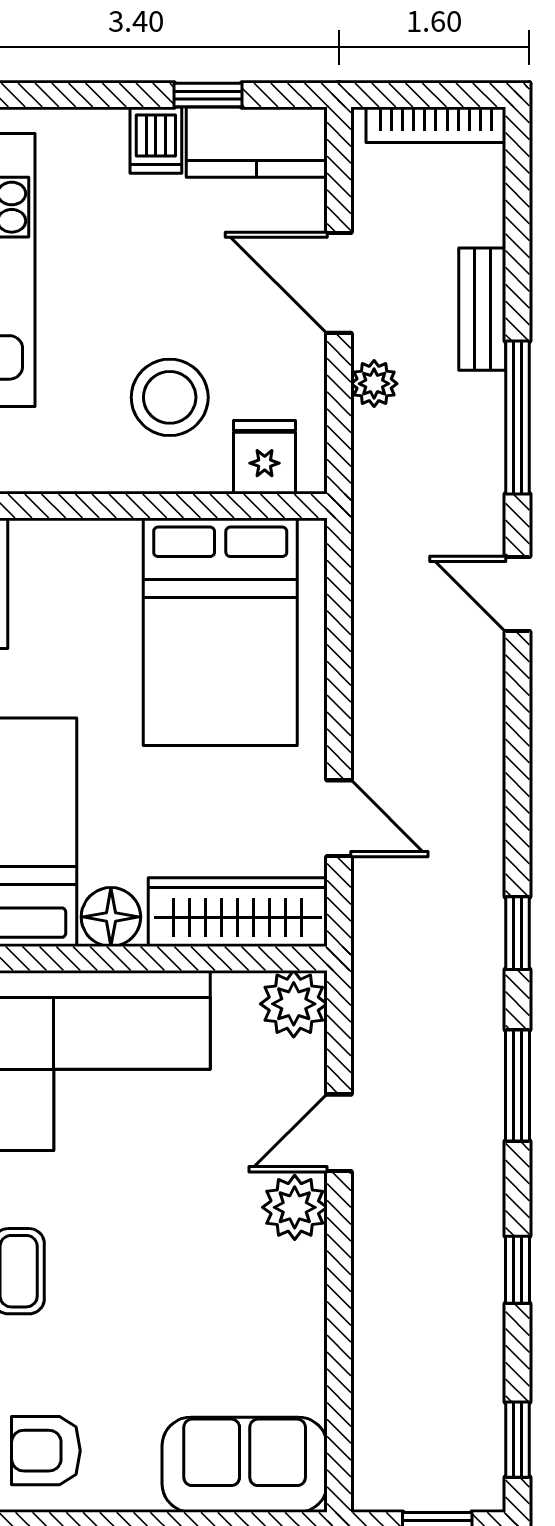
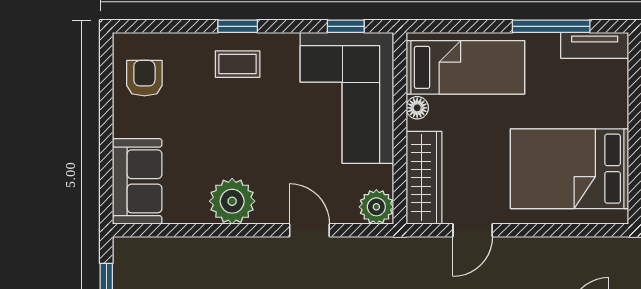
floor lamp: (111, 917) -> (417, 108), width x0.73, depth x0.73
plant: (295, 1207) -> (232, 201), moved, width x1.36, depth x1.36

